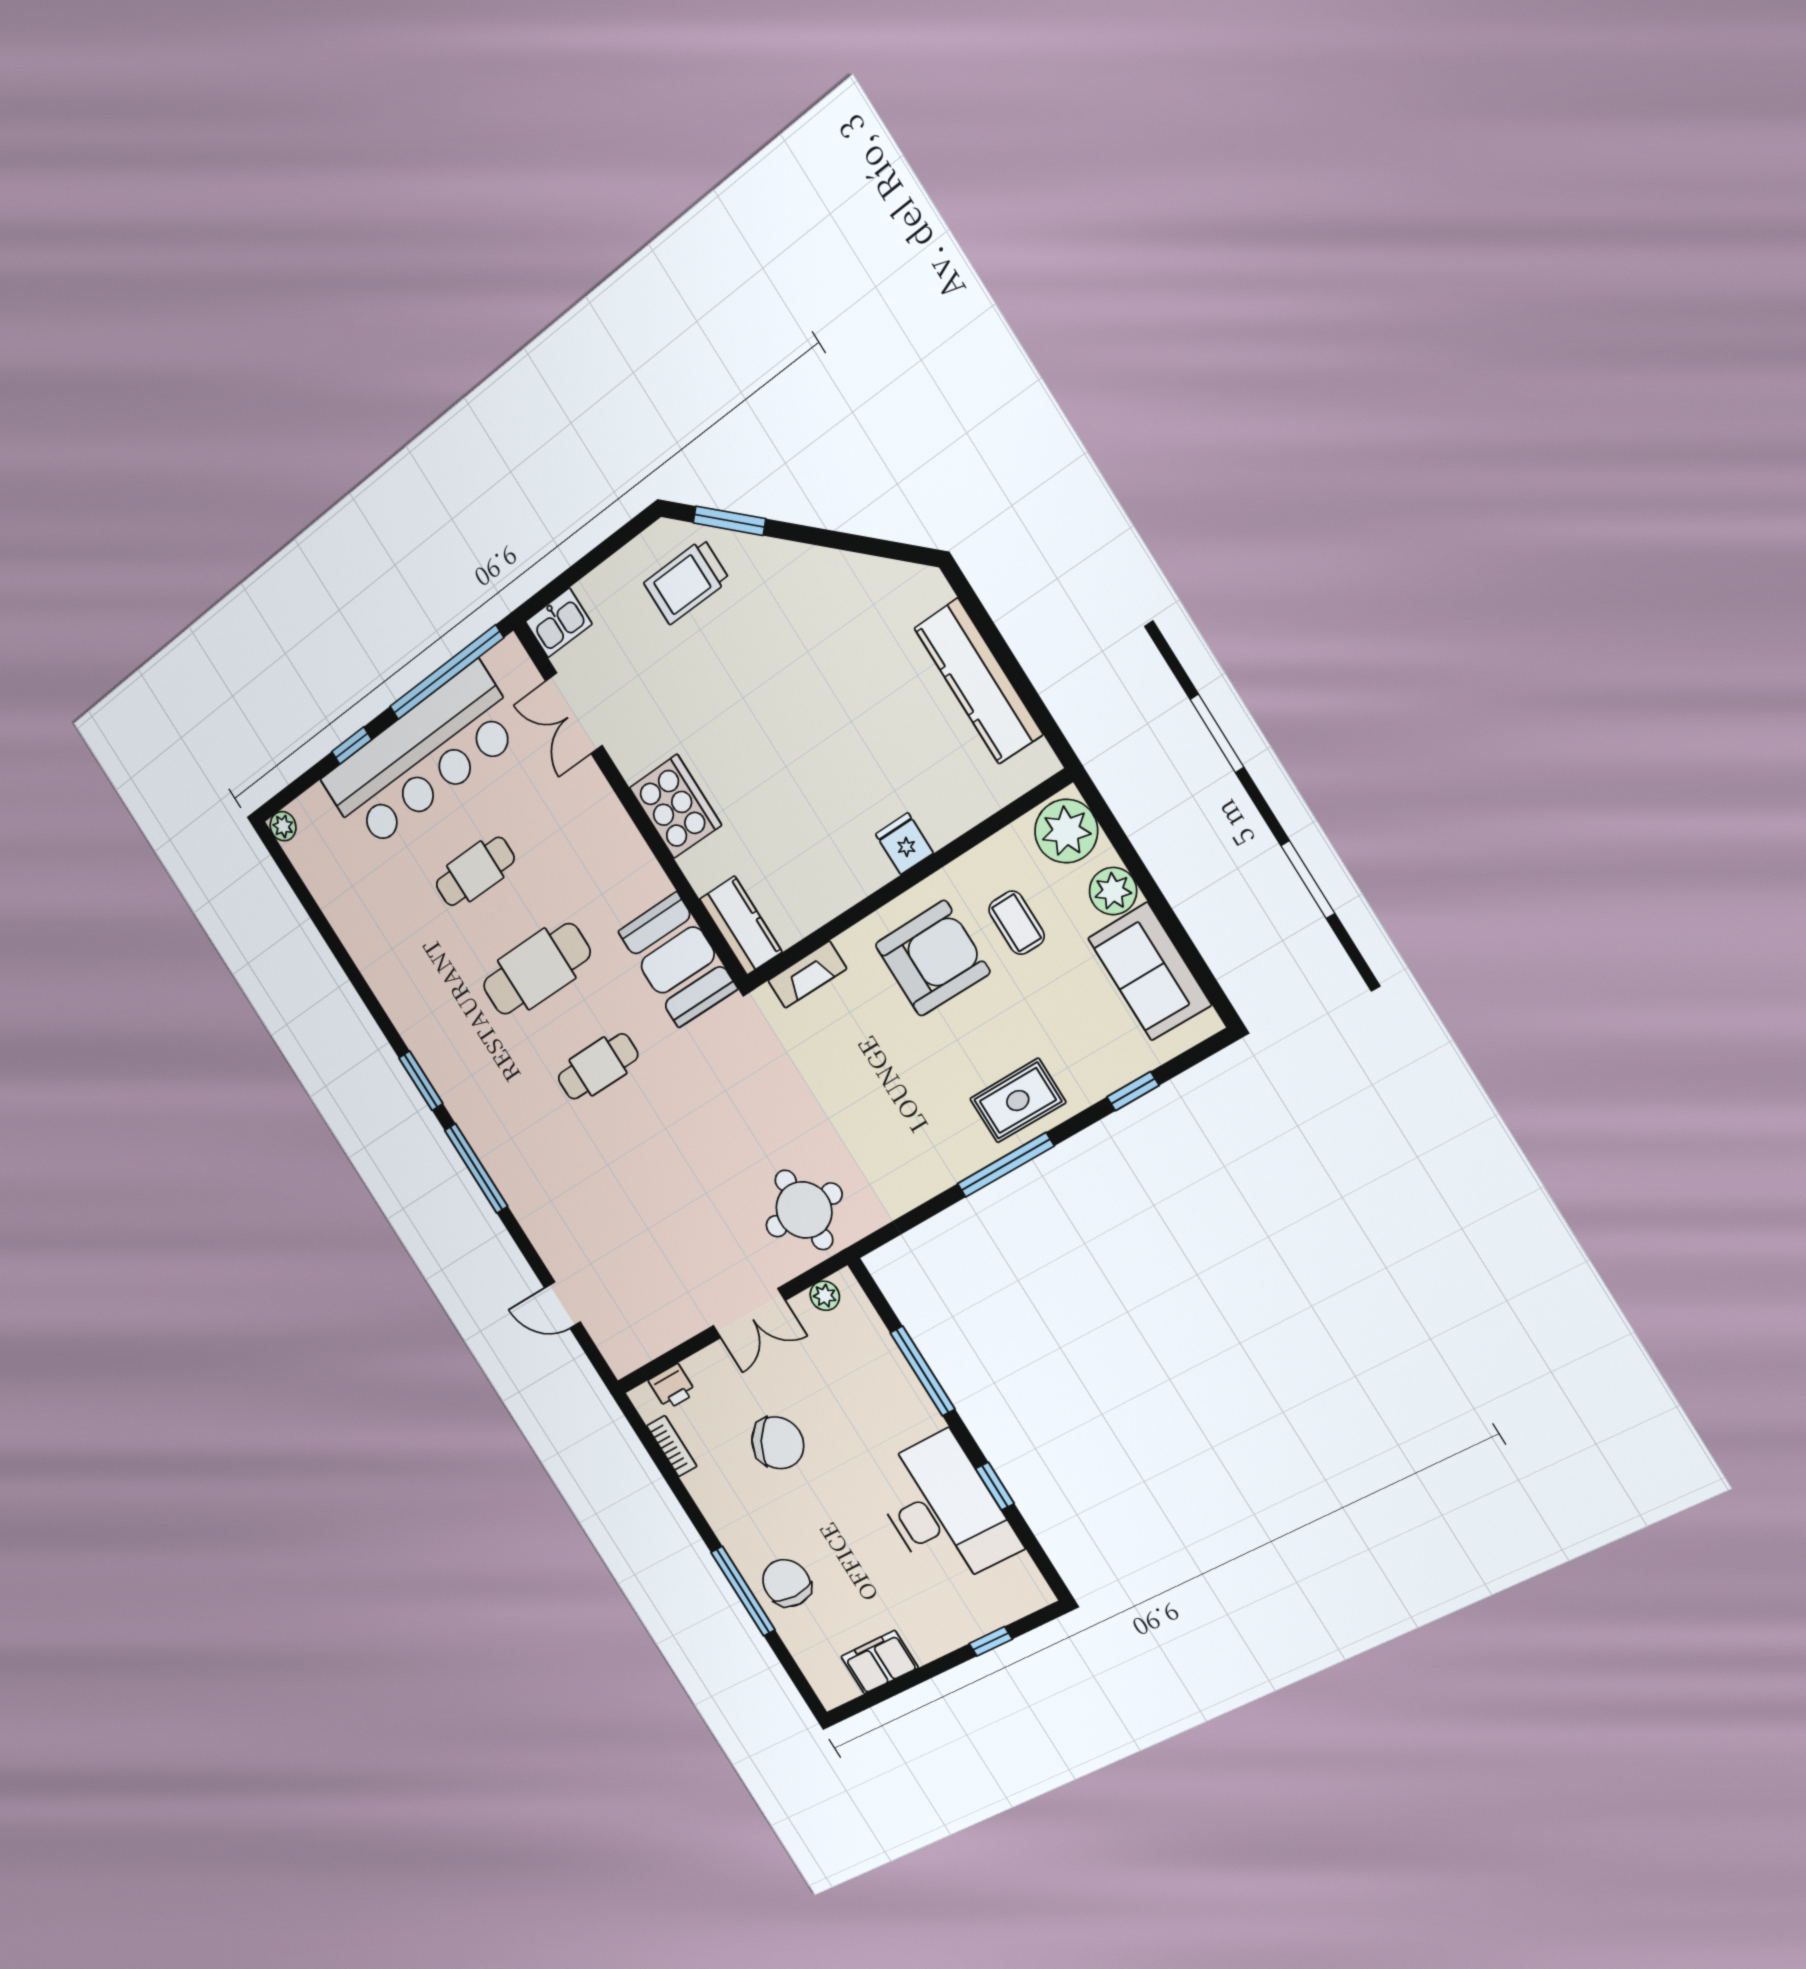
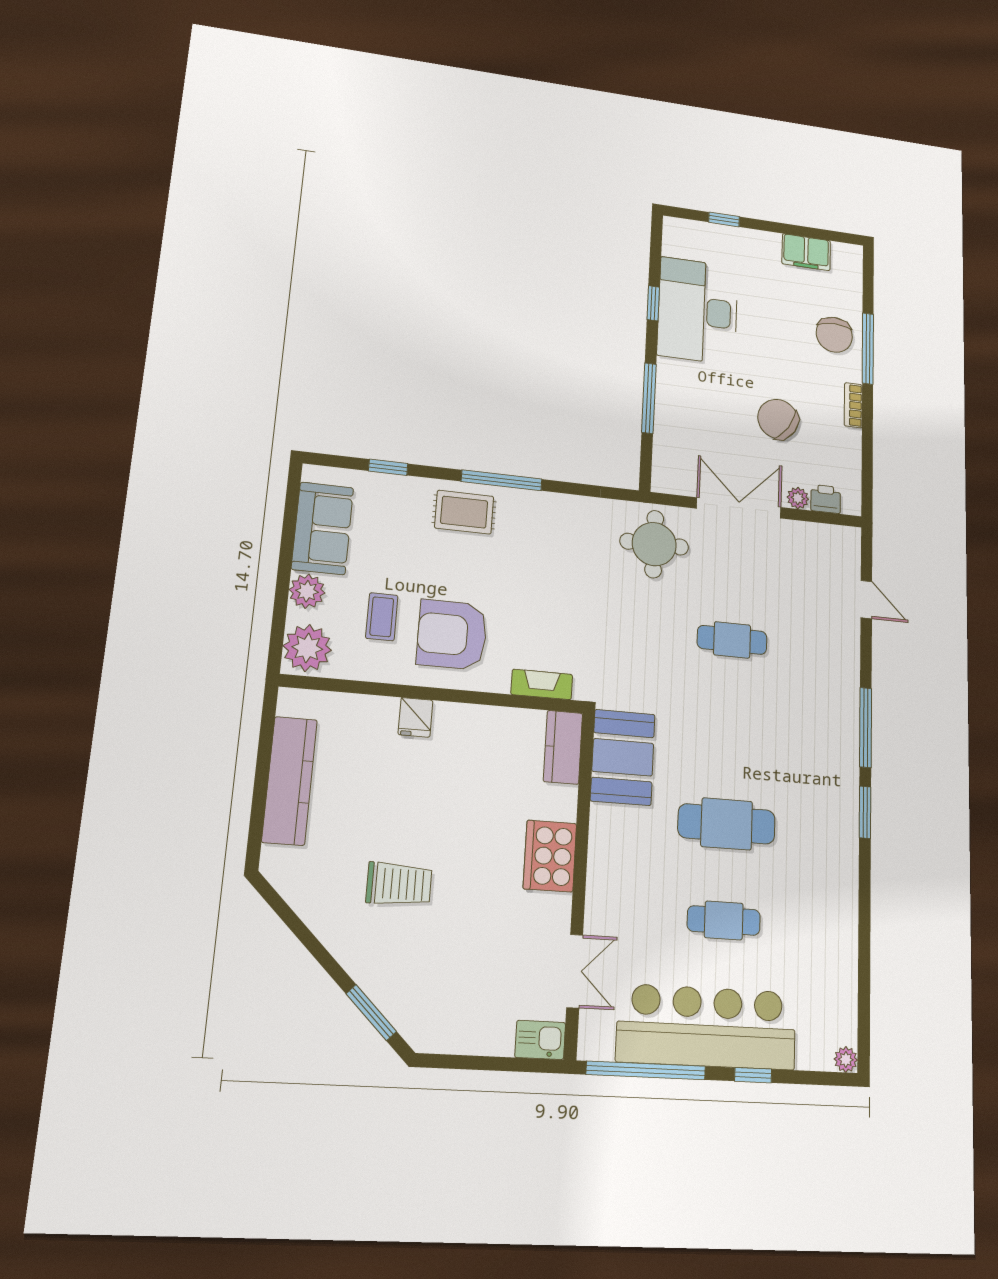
trolley: (686, 582) -> (399, 884), moved
cafe table: (598, 1066) -> (732, 640), moved
plant: (825, 1296) -> (798, 498), moved
double door: (749, 1313) -> (739, 508), width x1.37
bookcase: (672, 1446) -> (853, 405), moved

